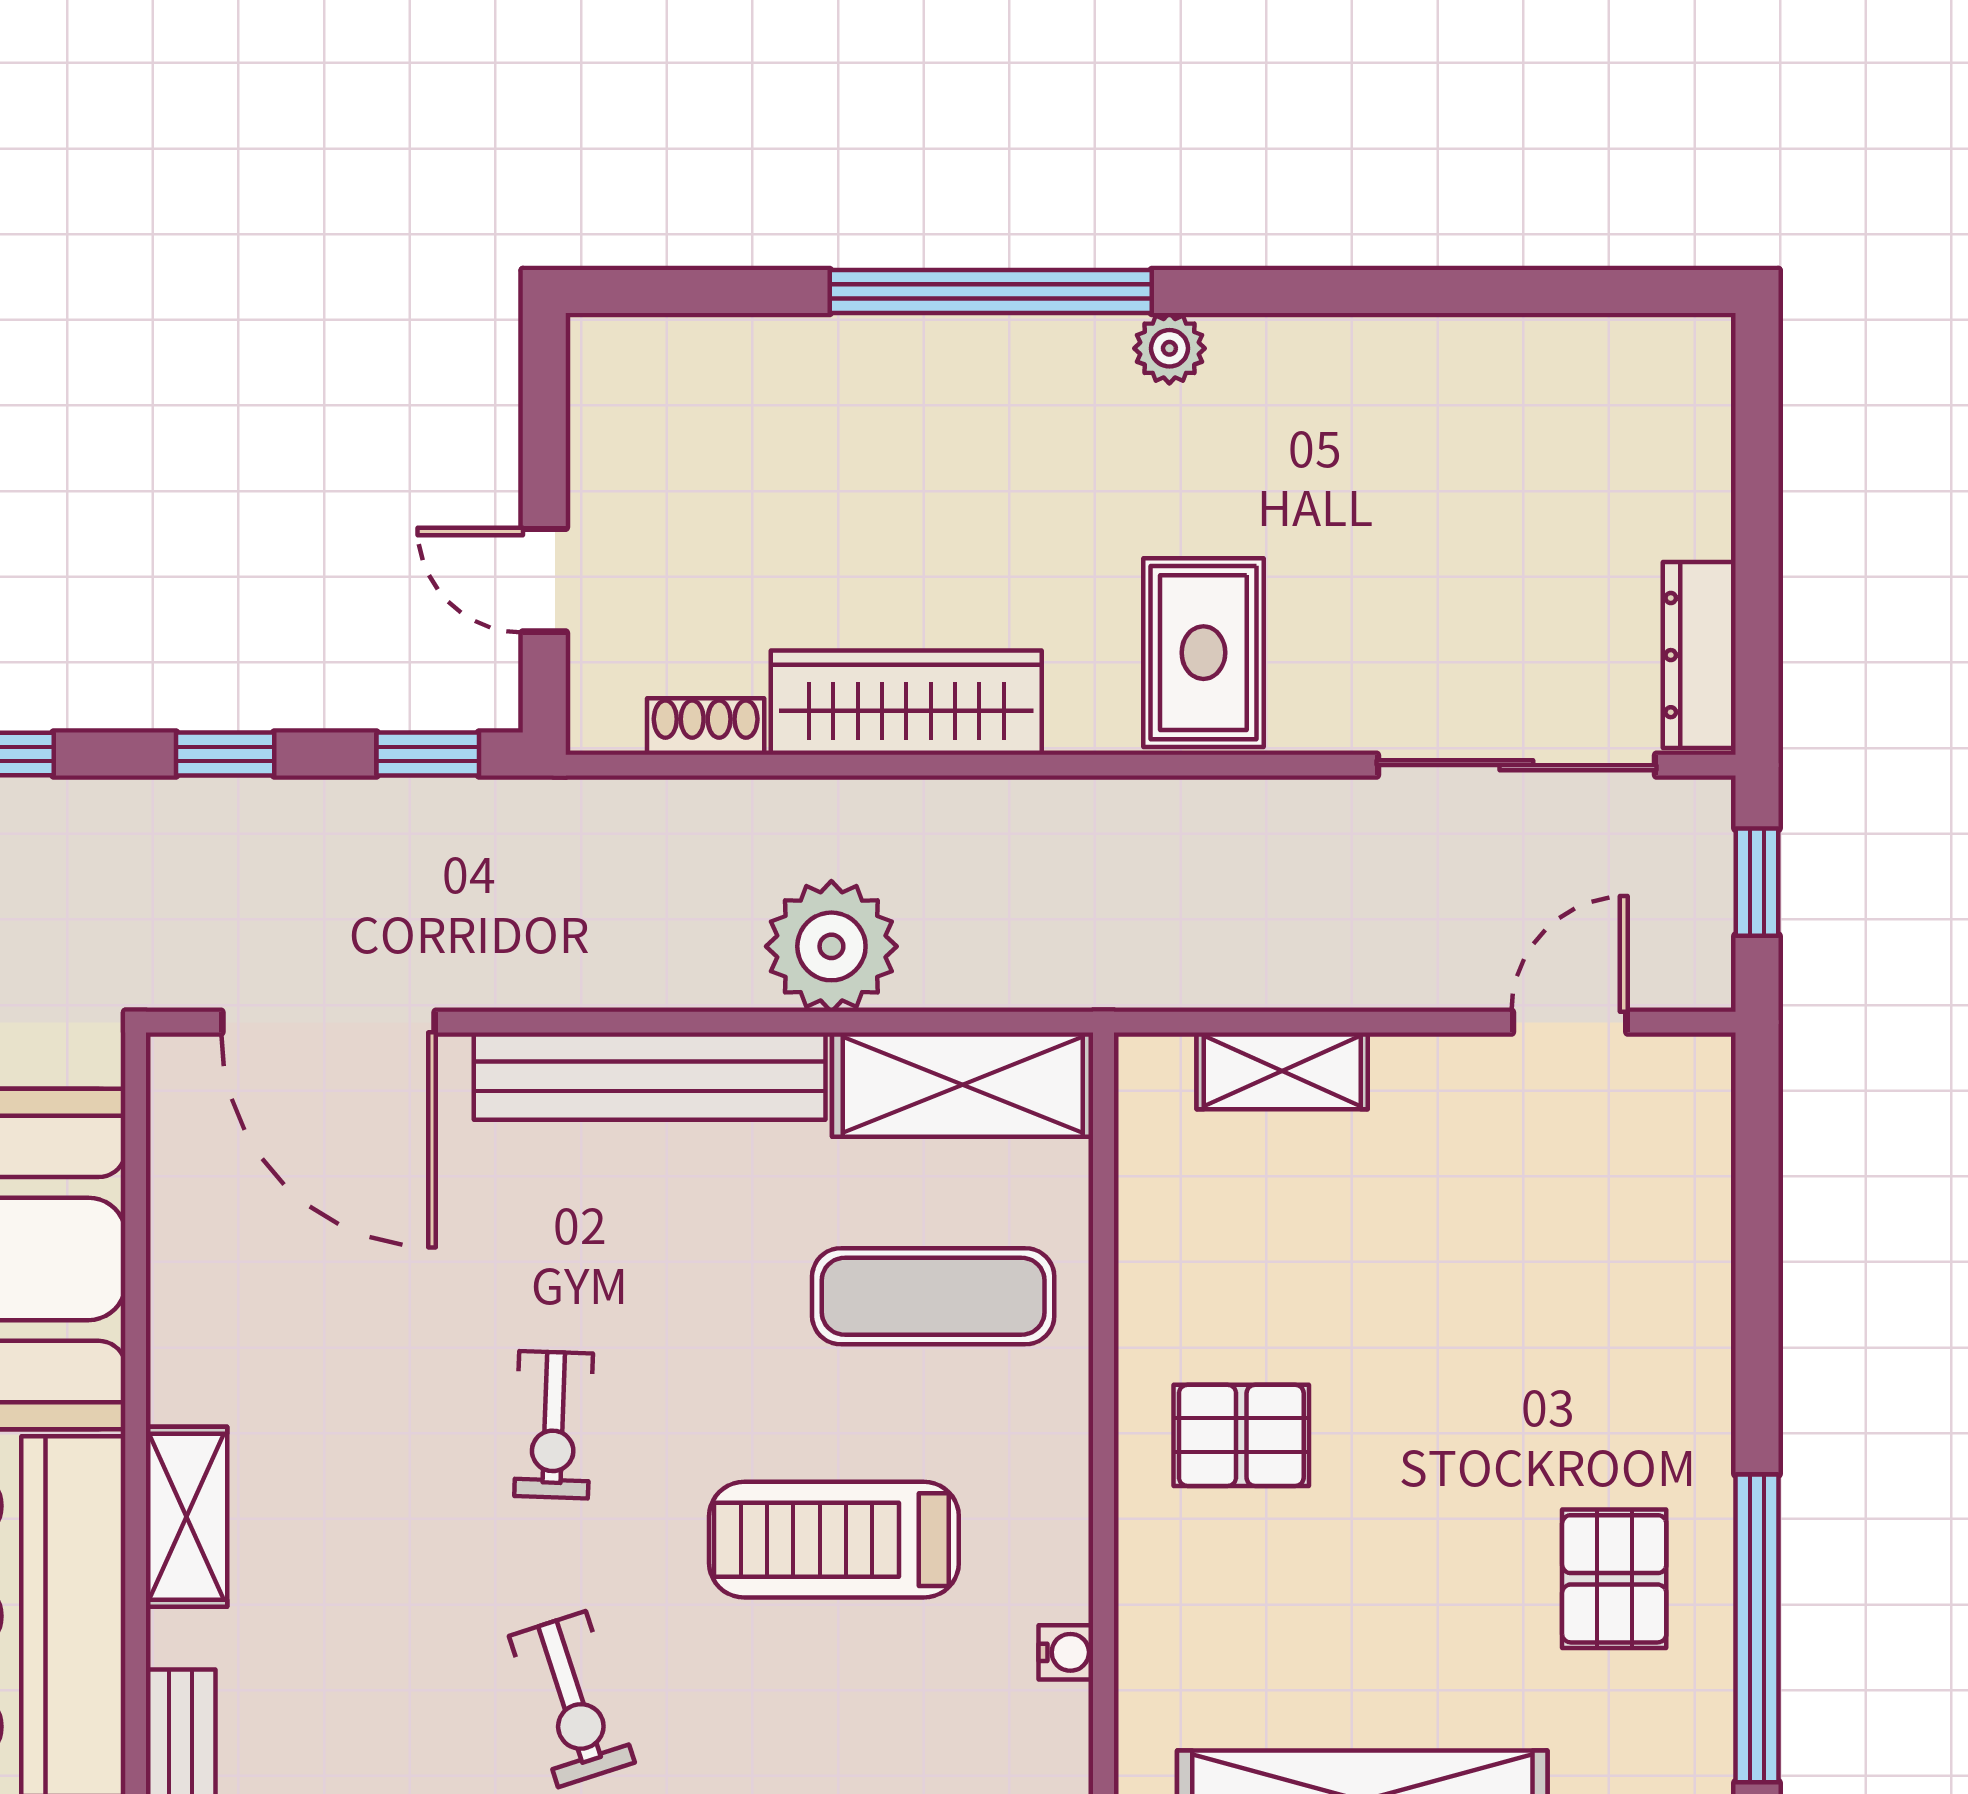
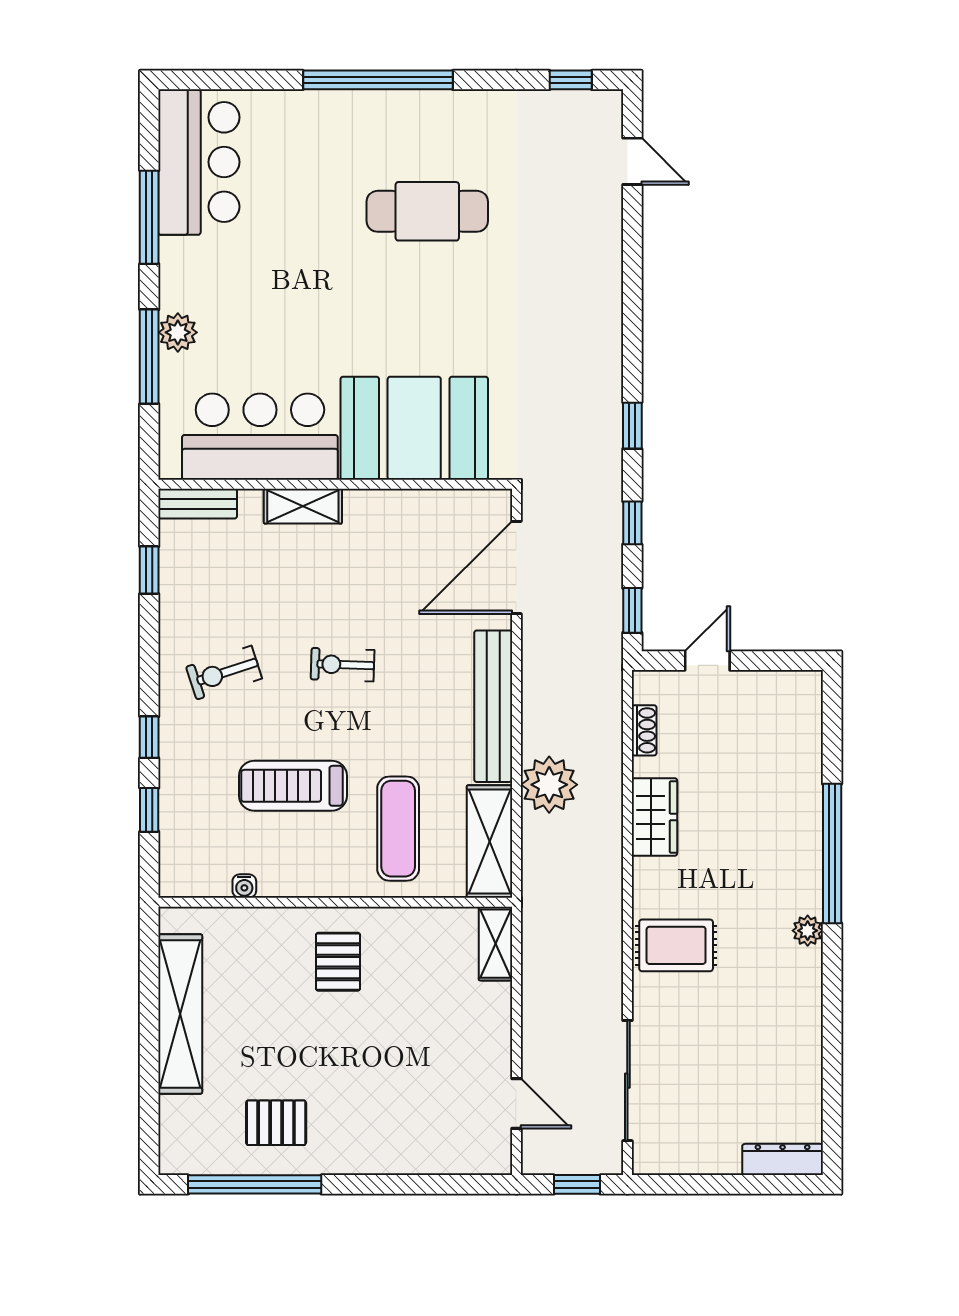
dresser: (1699, 655) -> (783, 1159), moved
wardrobe: (906, 703) -> (654, 817), width x0.67
shelving: (1282, 1071) -> (495, 944), moved
treadmill: (834, 1540) -> (293, 786), turned -90

